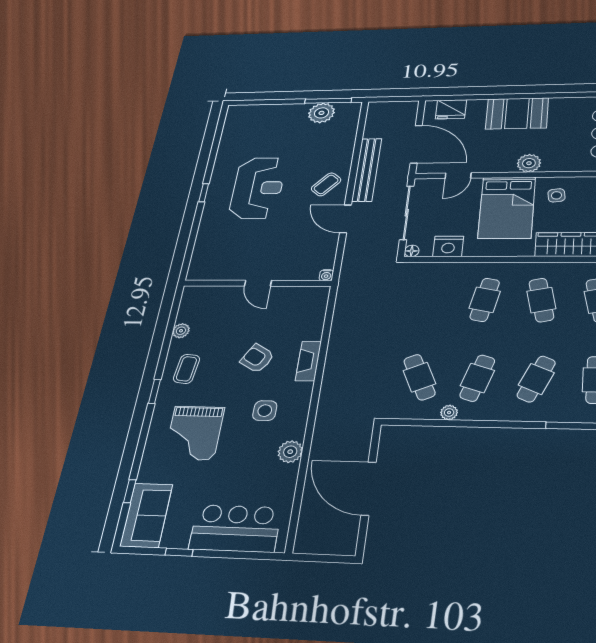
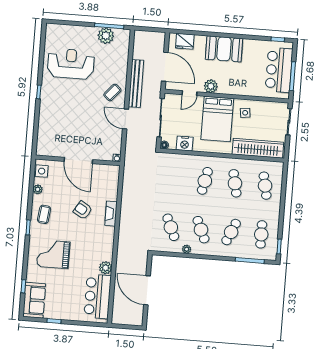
plant: (529, 163) -> (211, 86), moved
reception desk: (258, 188) -> (71, 64), moved, turned -90
door: (258, 283) -> (78, 160), width x1.88
cafe table: (477, 378) -> (201, 230), turned -42
side table: (265, 411) -> (42, 171), moved
grand piano: (194, 433) -> (53, 254), turned 90
bar counter: (235, 528) -> (98, 296), moved, turned -90

